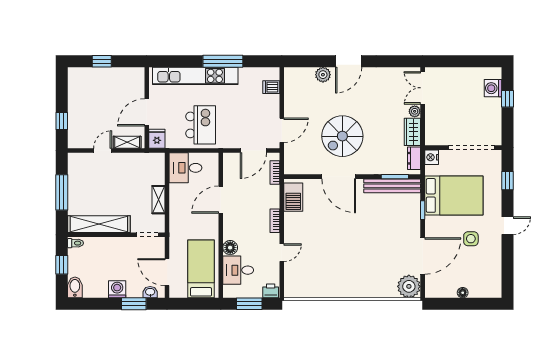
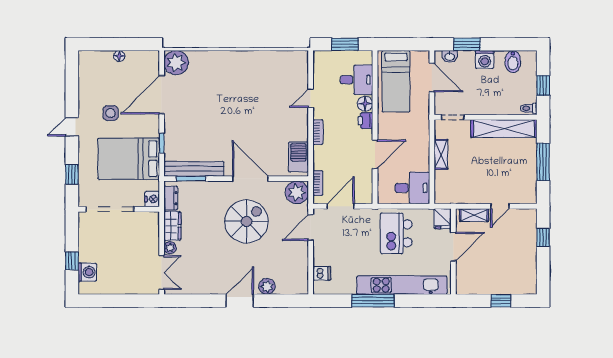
plant: (295, 164) -> (297, 192), added
bidet: (75, 287) -> (513, 62), moved
printer: (271, 291) -> (365, 121), moved, turned 90

